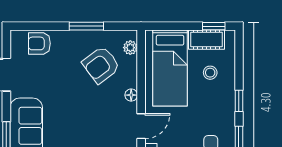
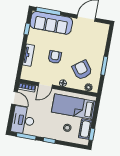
armchair: (39, 43) -> (55, 57), moved
door: (141, 126) -> (45, 85), hinge flipped

